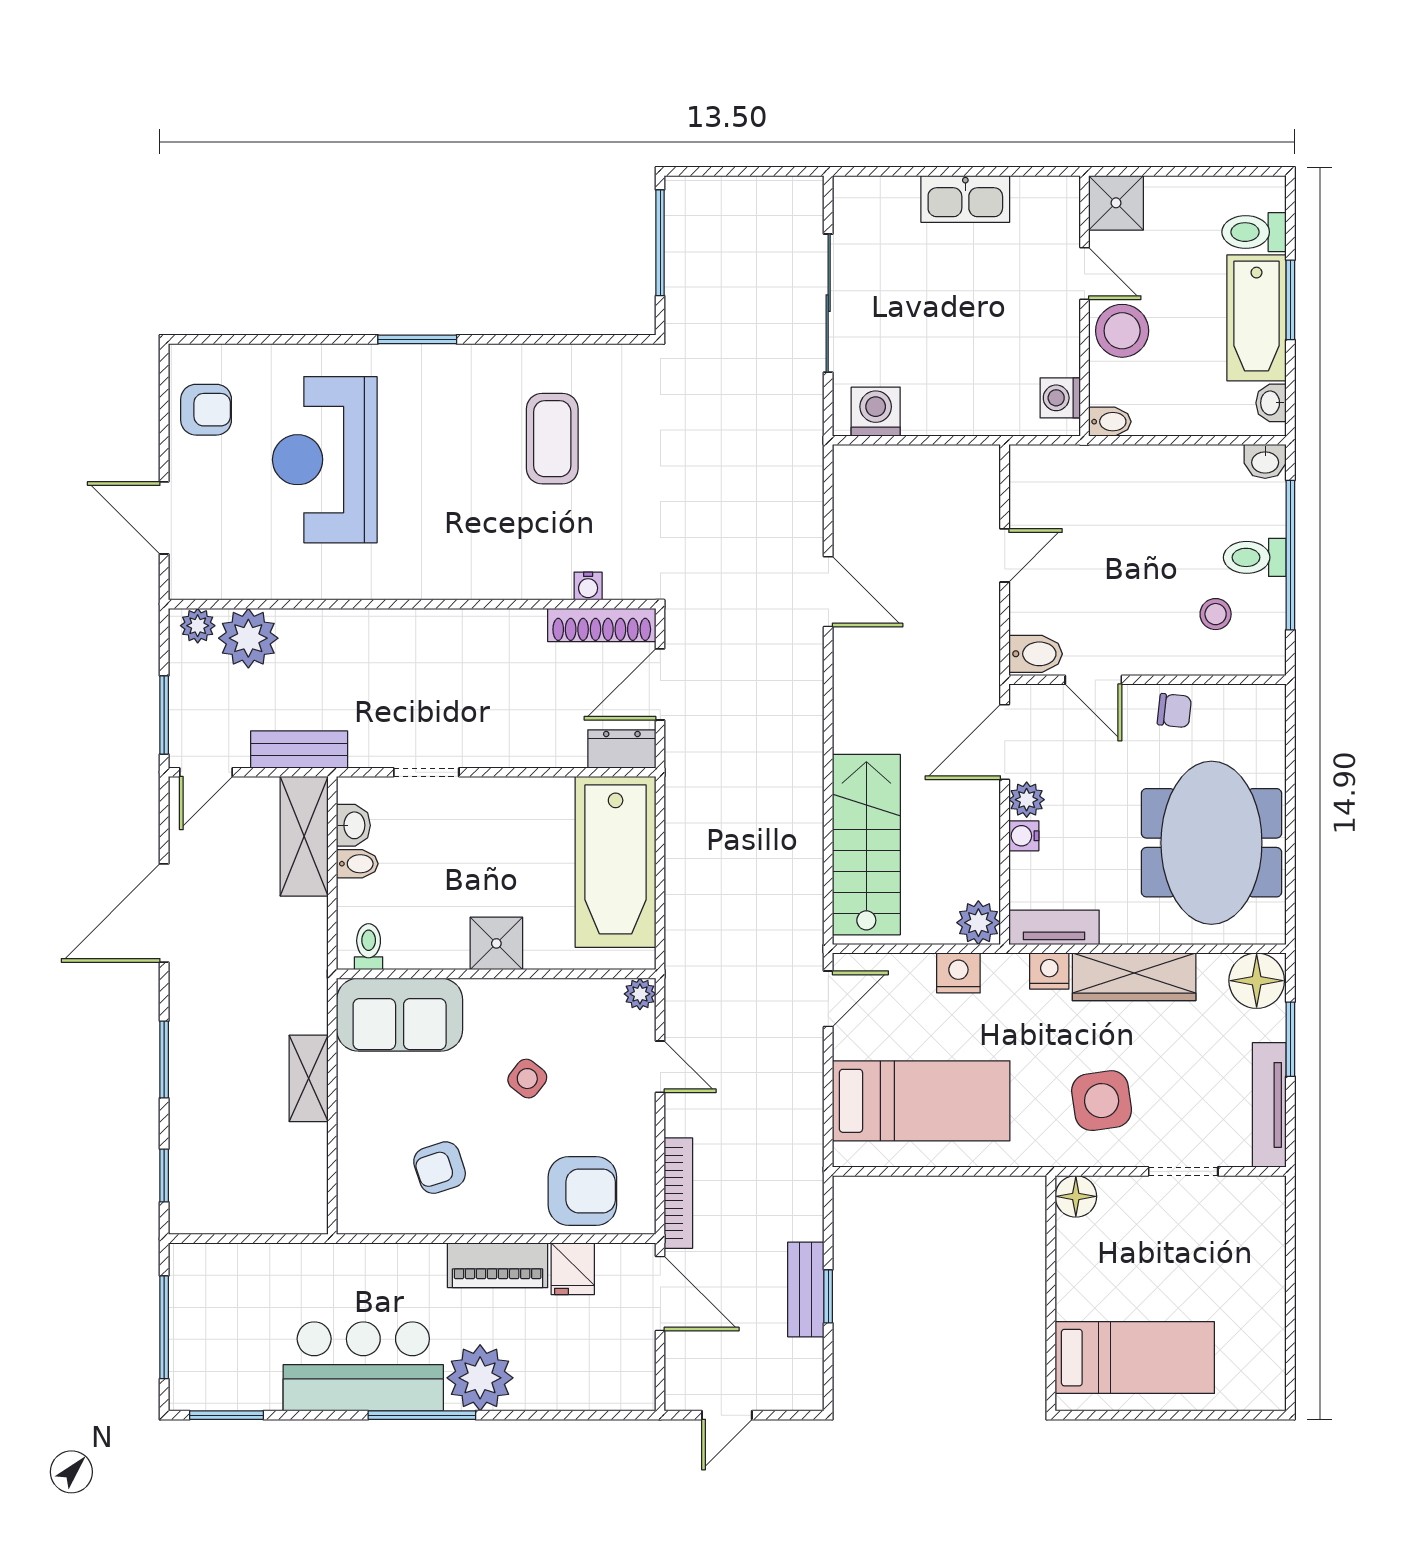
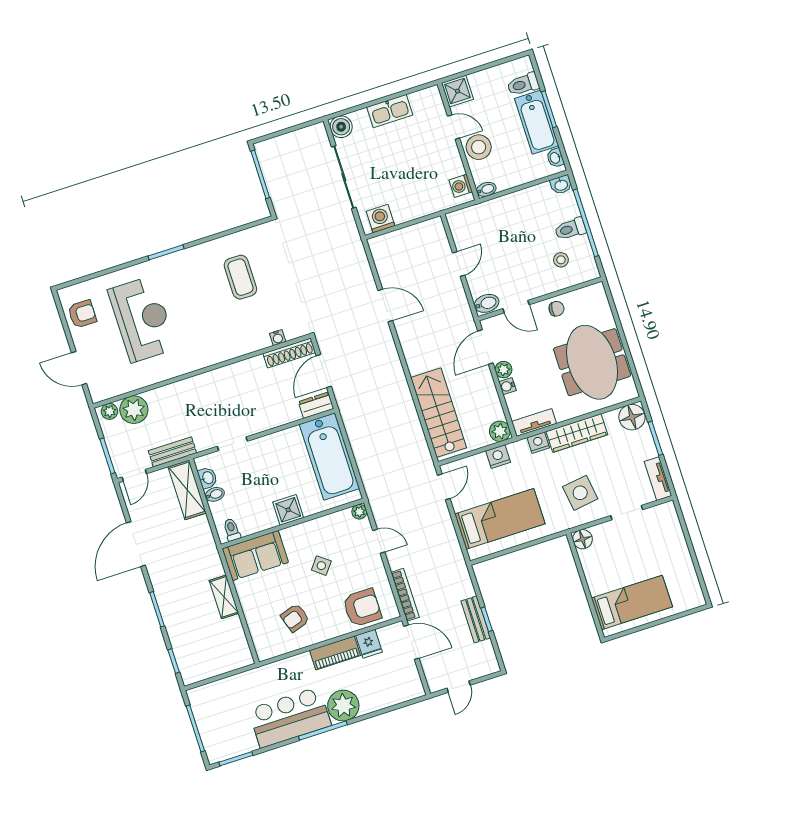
boiler: (856, 199) -> (341, 127), added
reception desk: (325, 460) -> (142, 319), turned 180
tv unit: (1269, 1105) -> (658, 479), width x0.71

